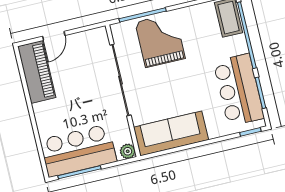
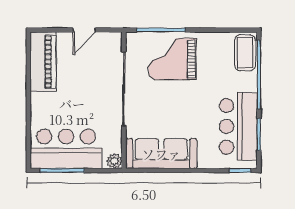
door: (54, 36) -> (84, 30), moved
grand piano: (160, 40) -> (172, 59), turned -90

